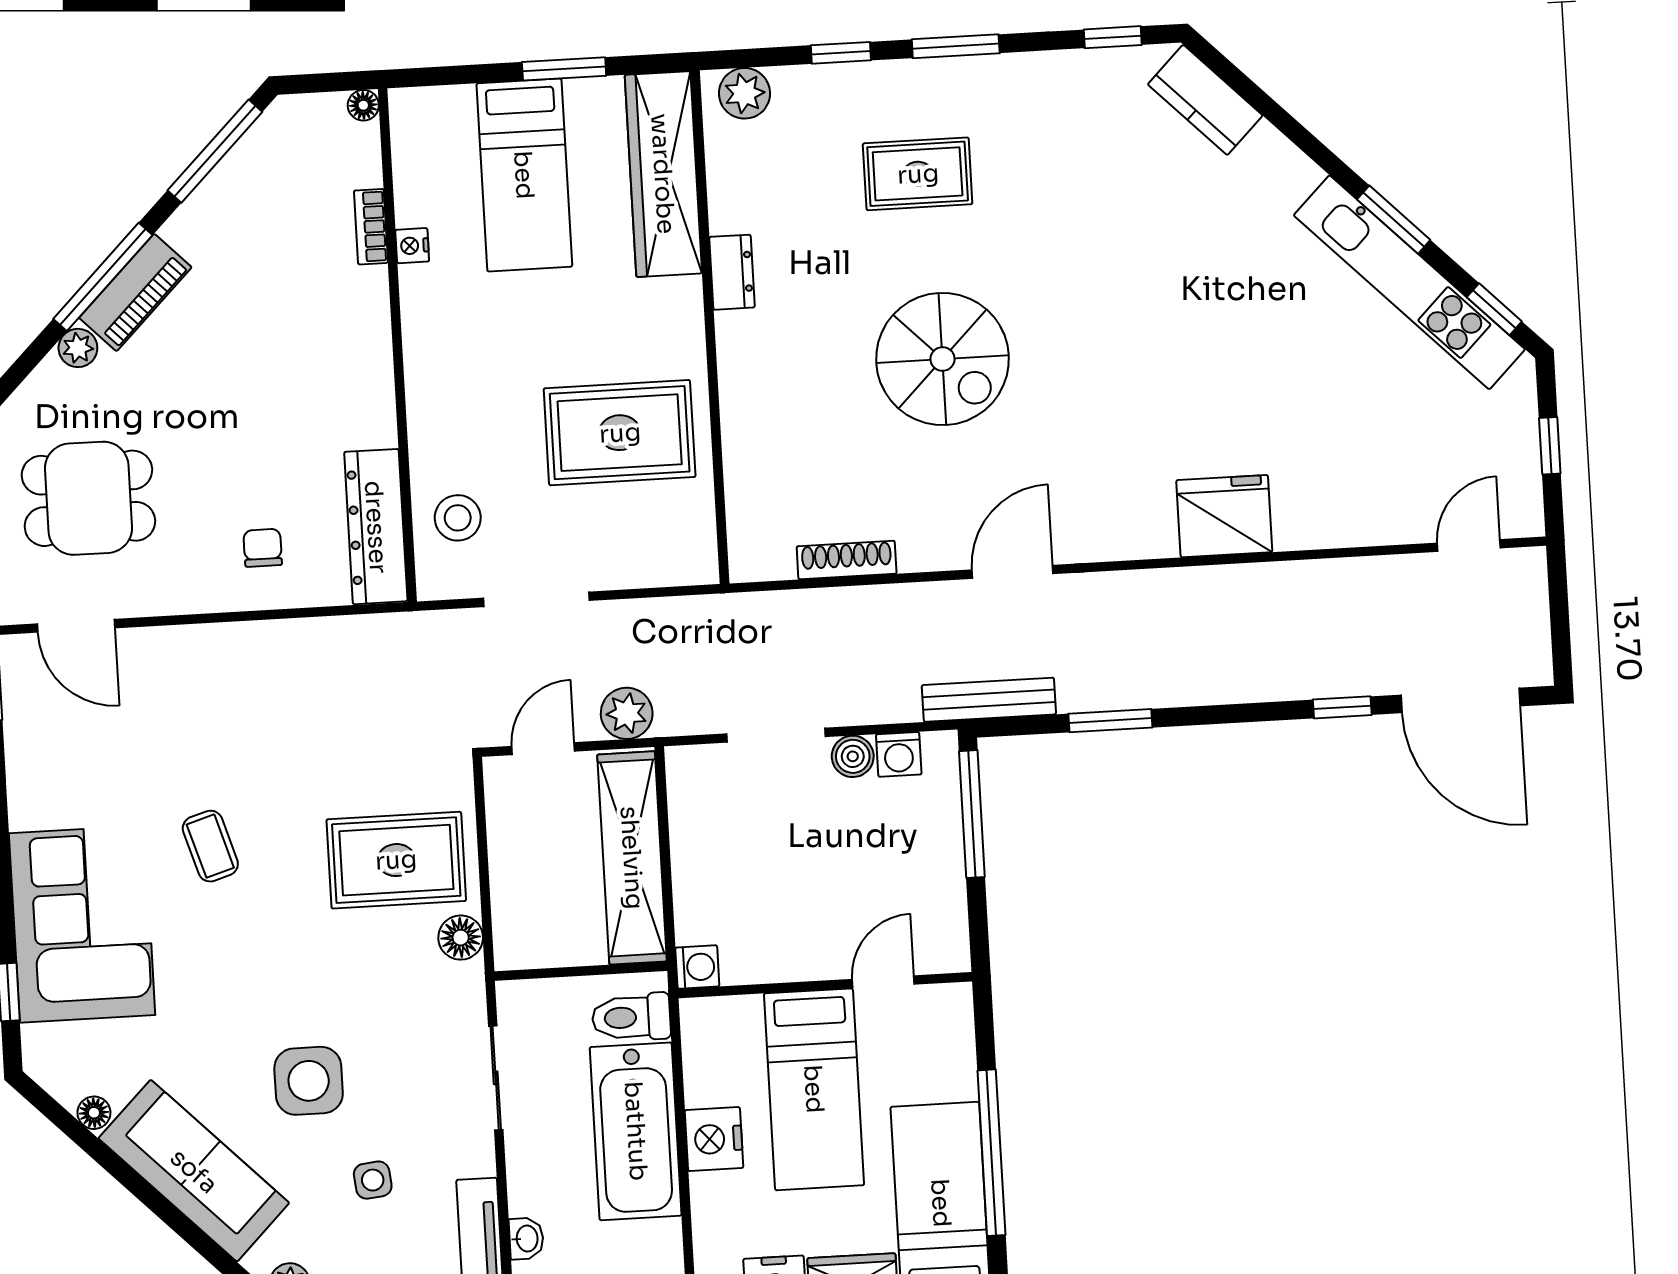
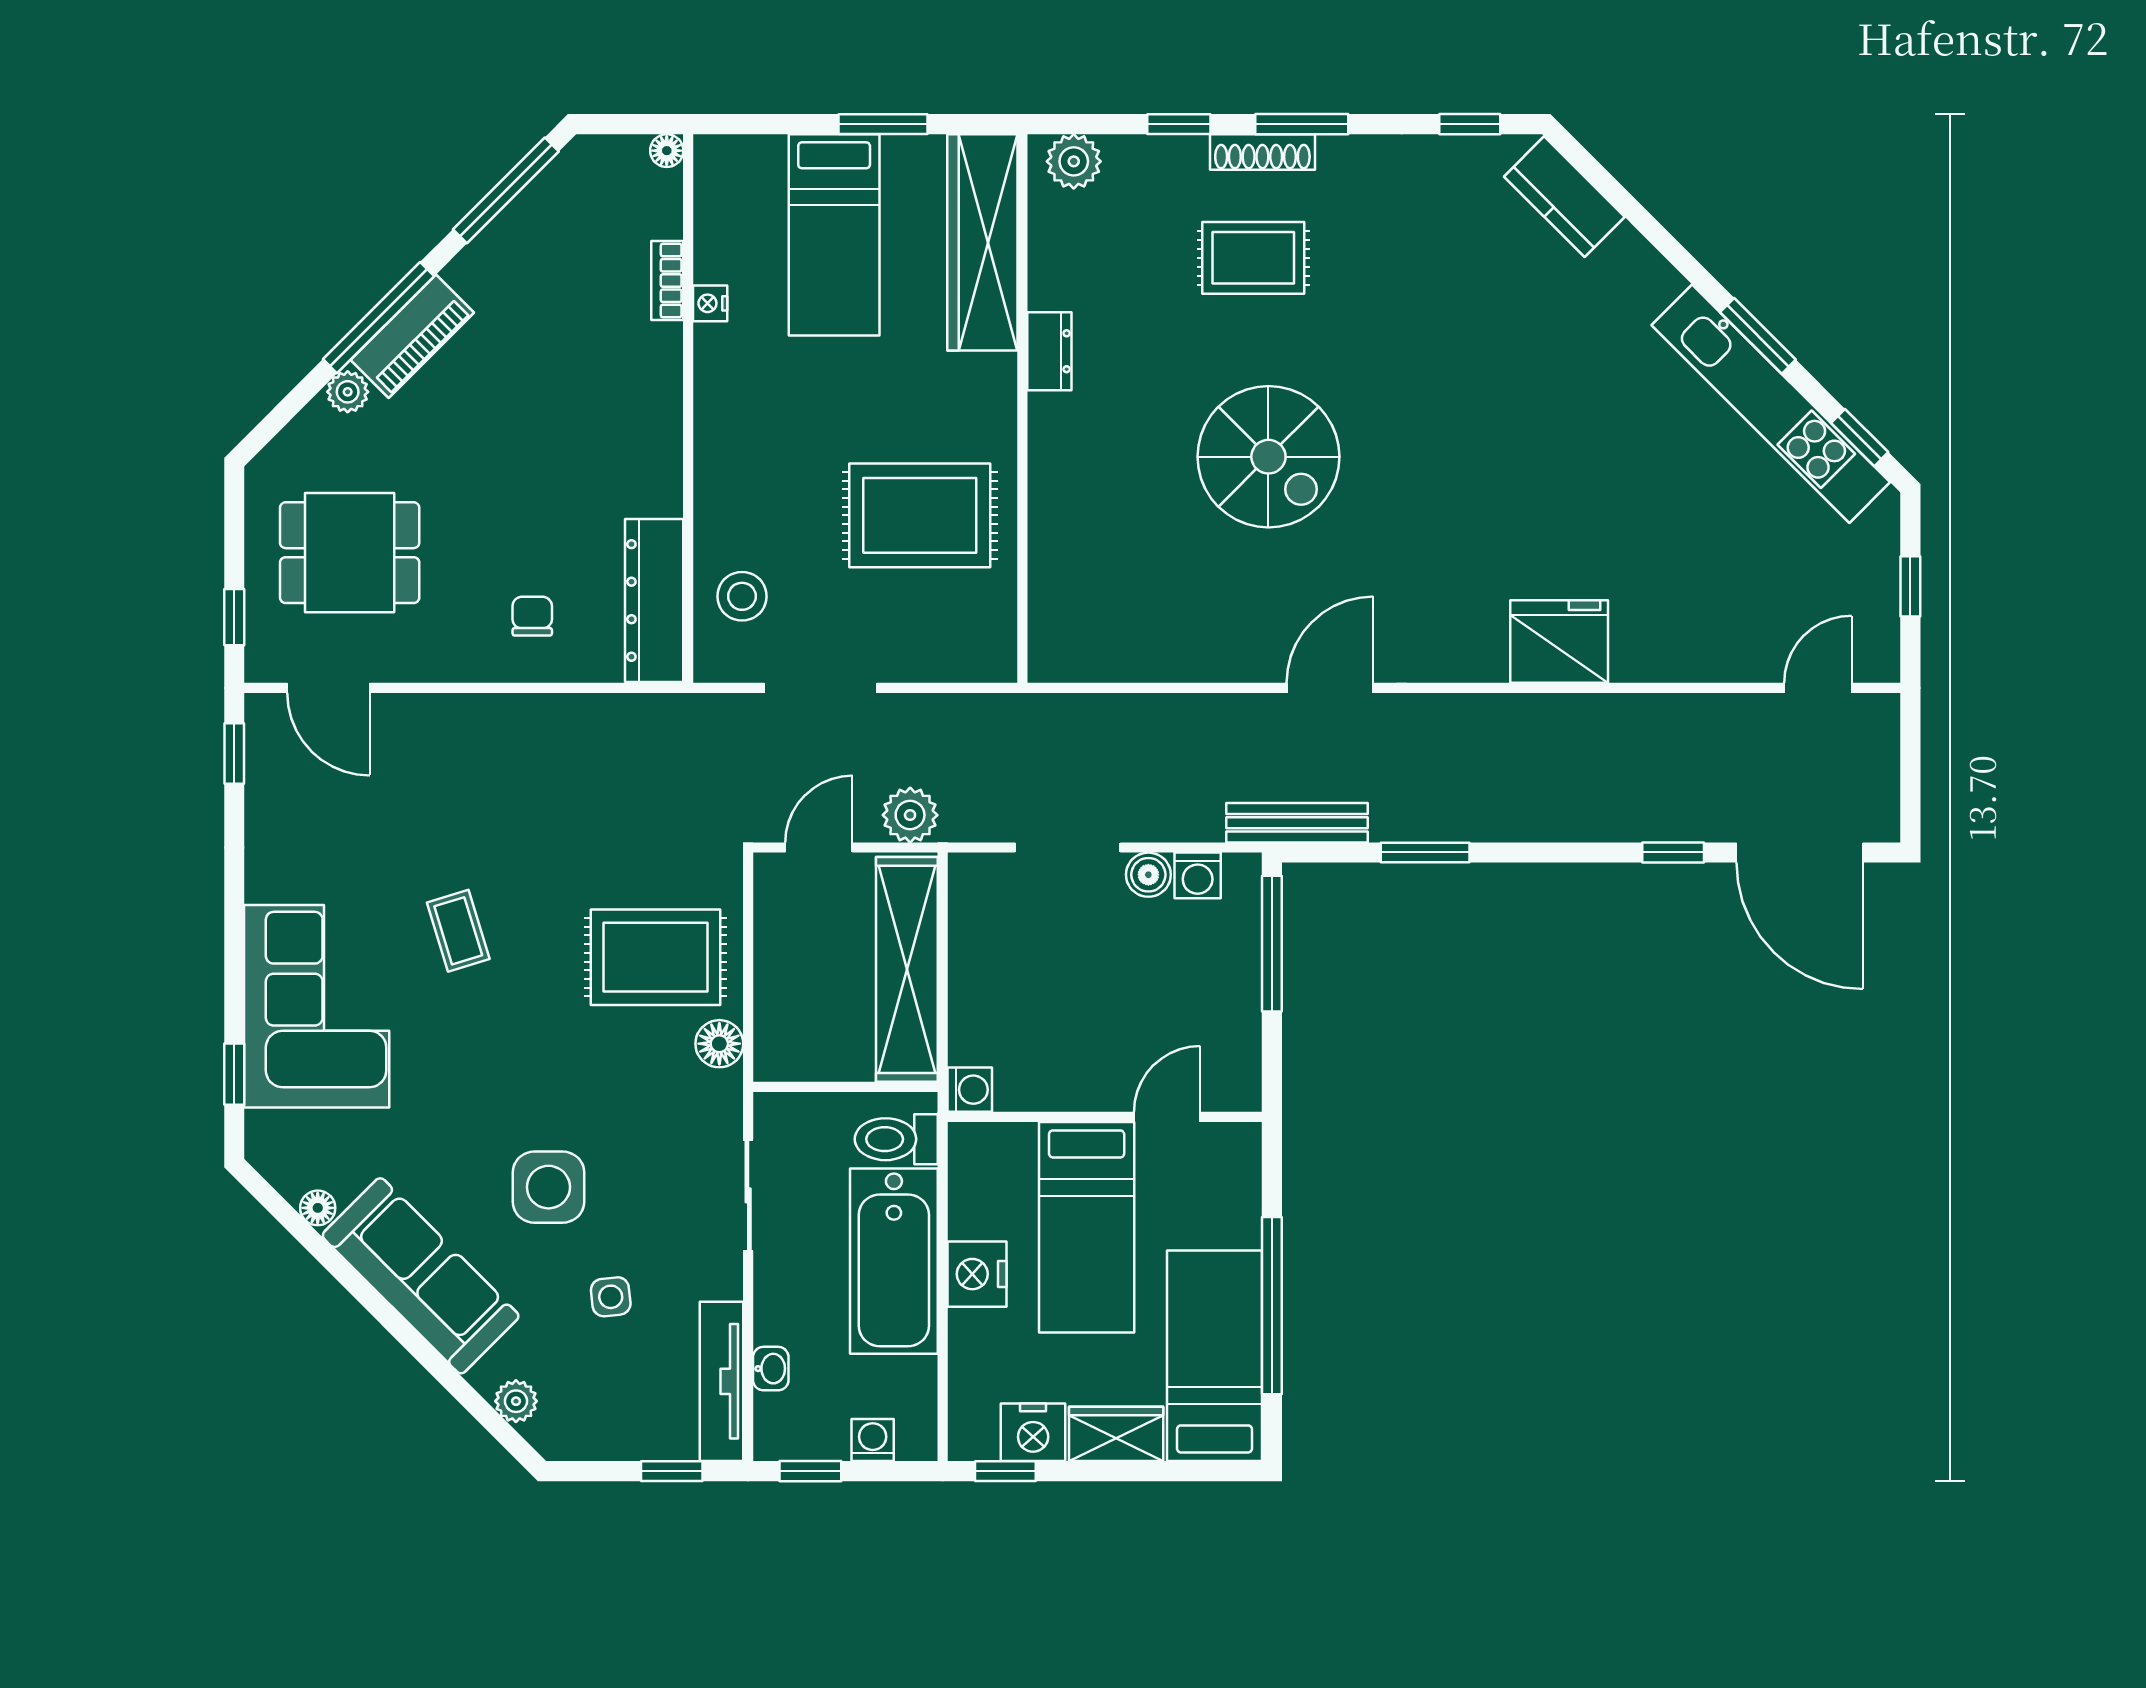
shoe rack: (847, 560) -> (1262, 152), moved, turned 180

